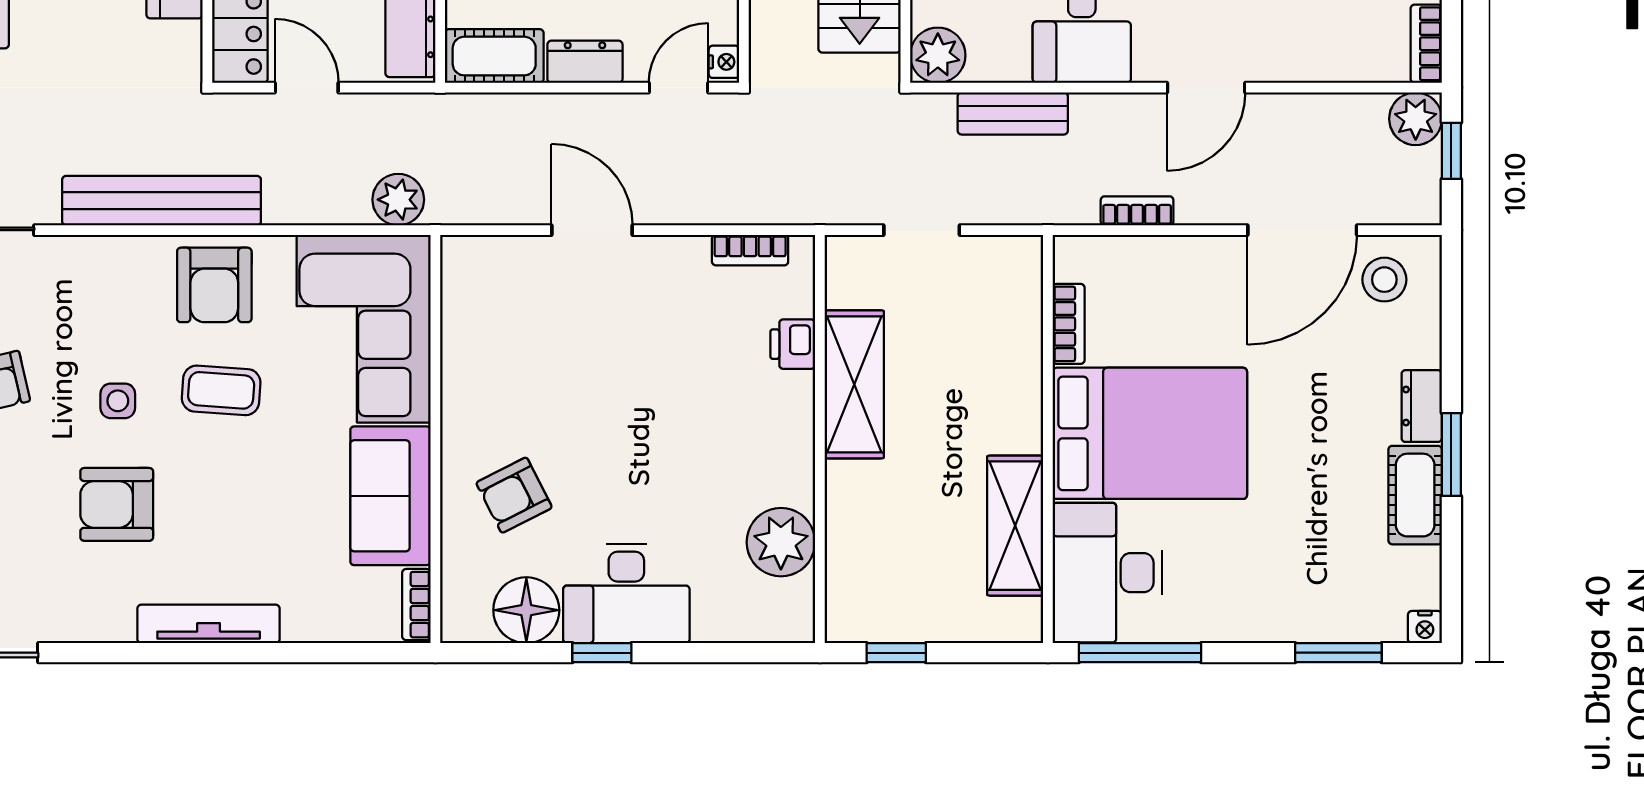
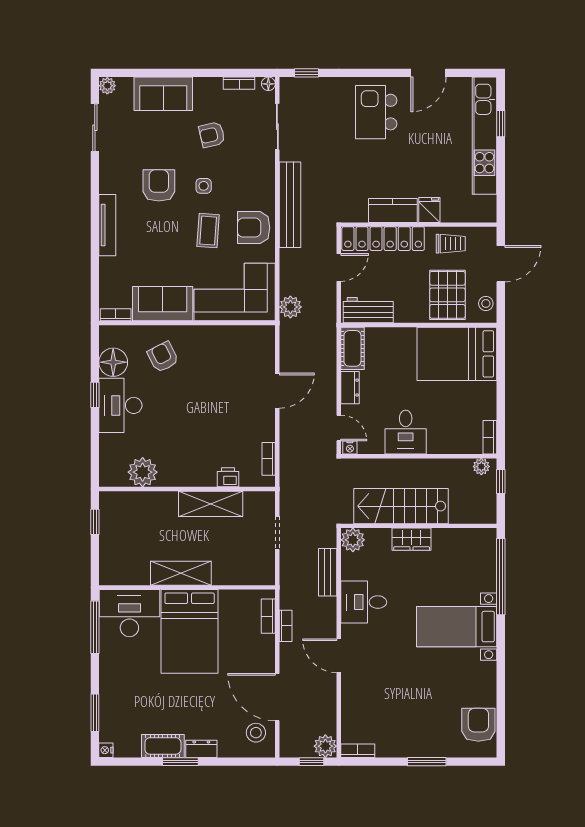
bookcase: (1069, 324) -> (268, 616), moved, turned 90
shelving: (1015, 526) -> (181, 573), moved

